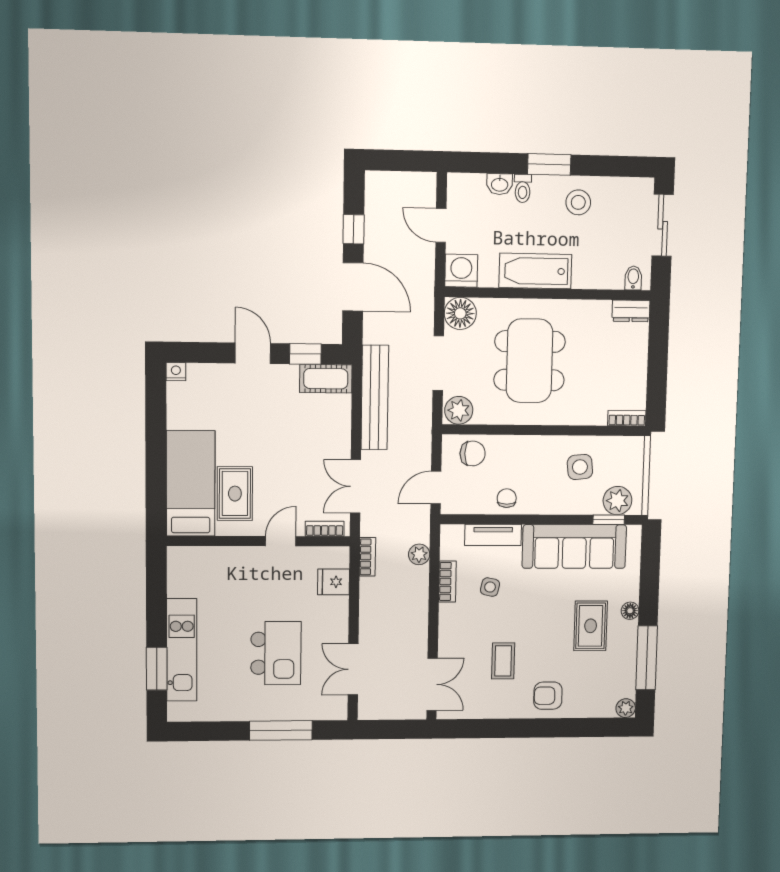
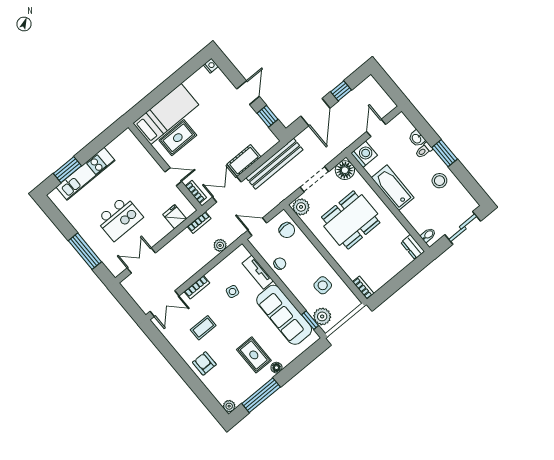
cot: (326, 379) -> (244, 161), moved, turned 90
bookcase: (447, 582) -> (197, 287), moved
rug: (591, 626) -> (254, 355), turned 90

